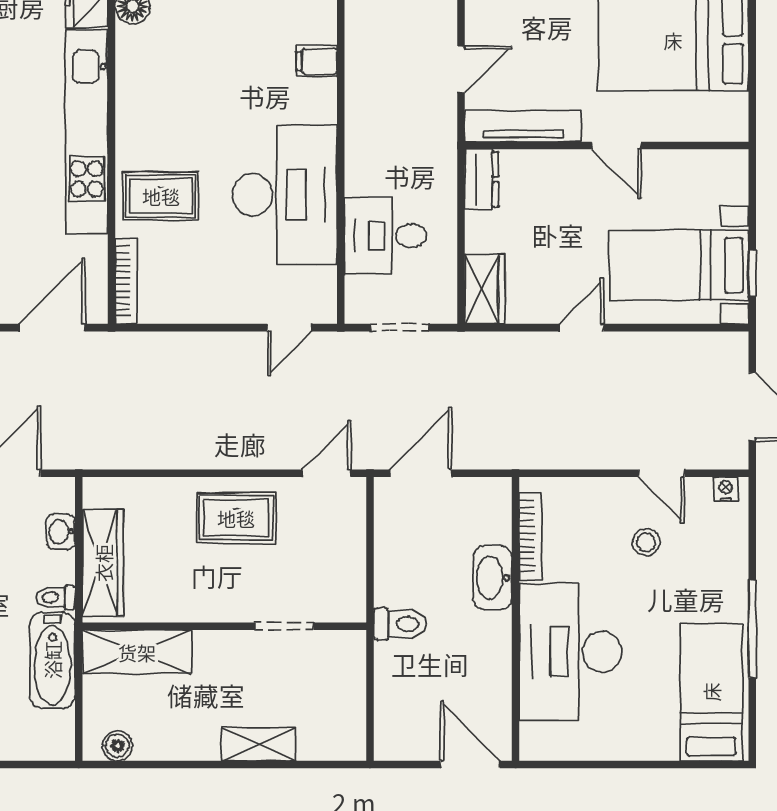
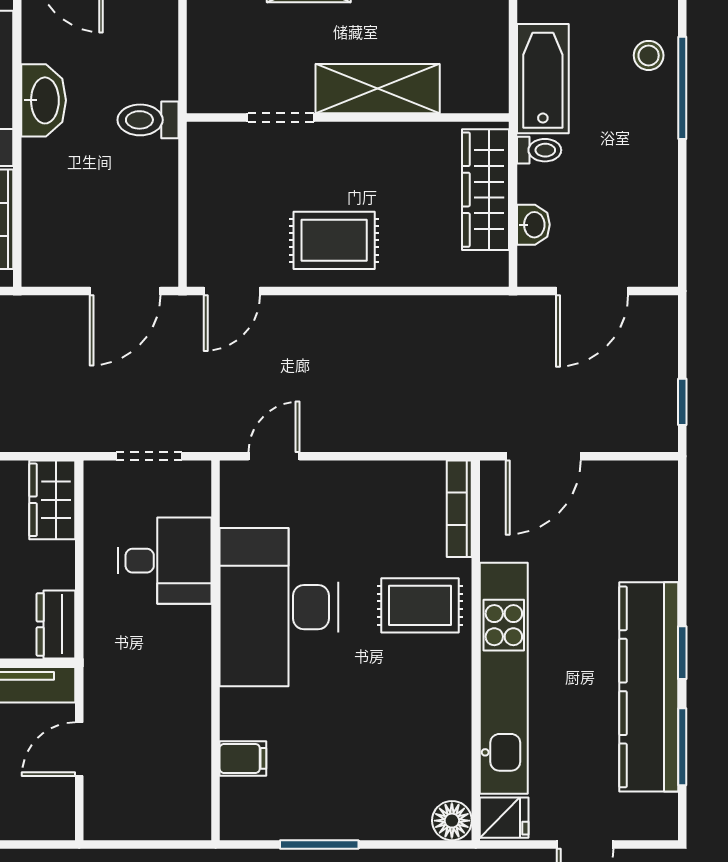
washbasin: (492, 578) -> (44, 100), moved
shelving: (137, 652) -> (378, 89), moved

